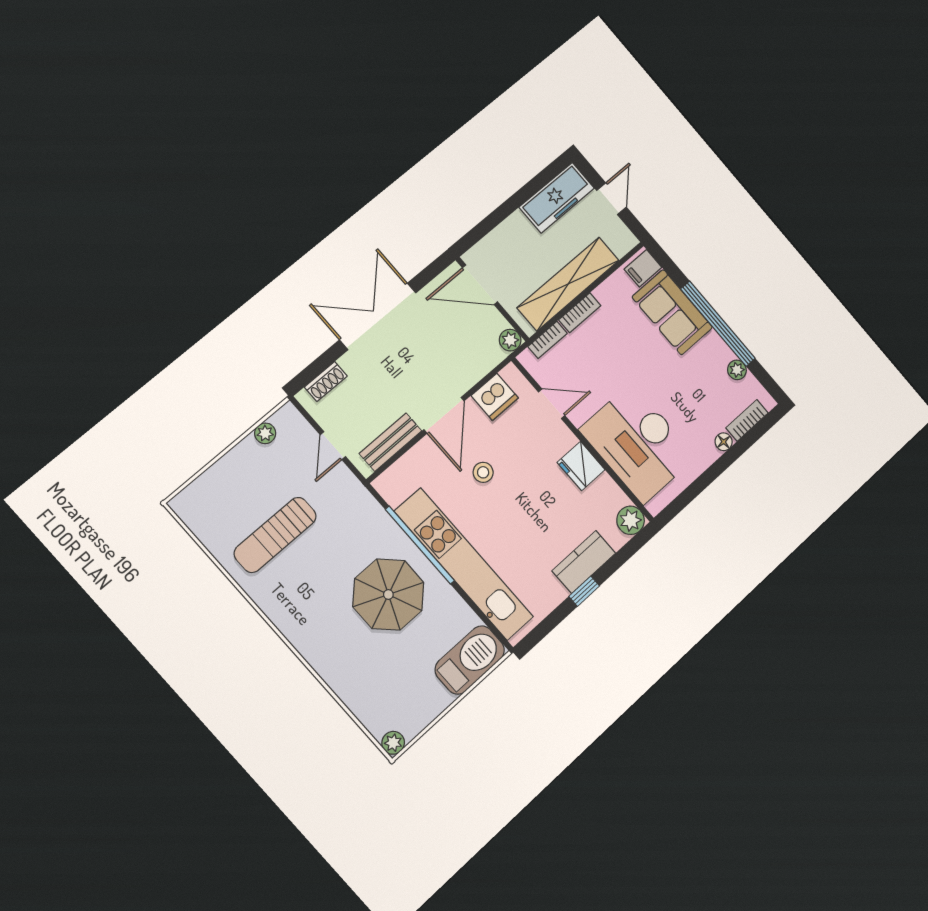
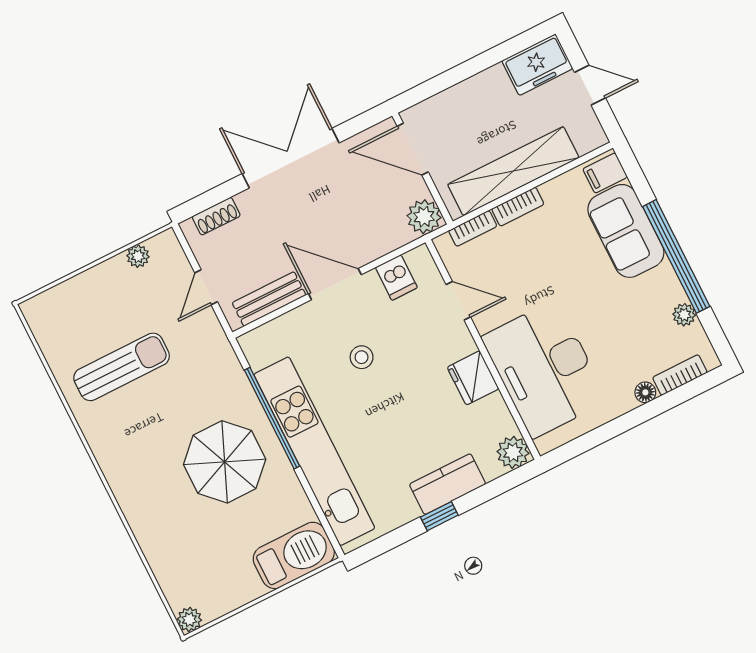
freezer: (557, 198) -> (537, 65), width x0.71
door: (612, 199) -> (590, 85), hinge flipped
plant: (510, 340) -> (424, 217), width x1.38, depth x1.38
dishwasher: (495, 397) -> (396, 278), width x0.73
door: (444, 415) -> (335, 284), swing flipped
sun lounger: (275, 535) -> (122, 367), turned 180

